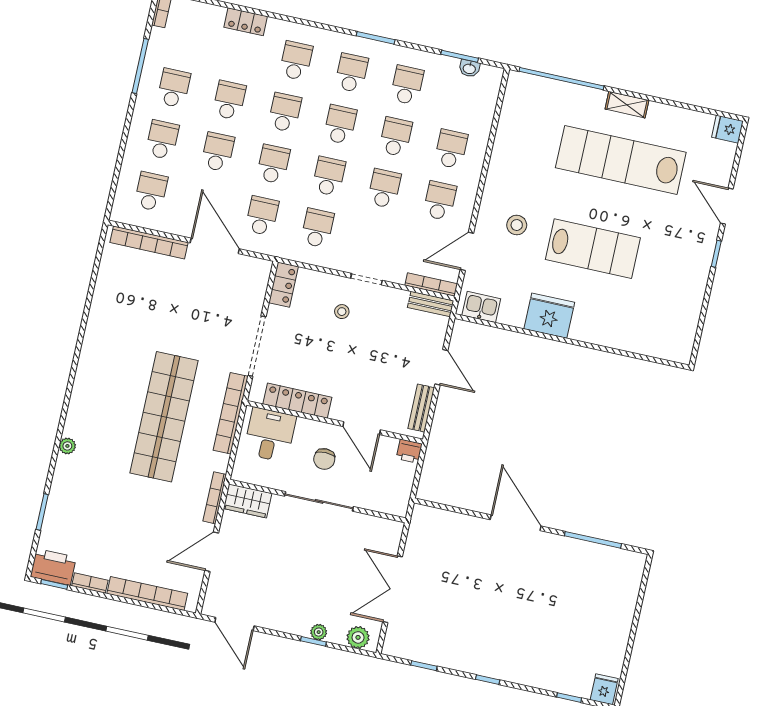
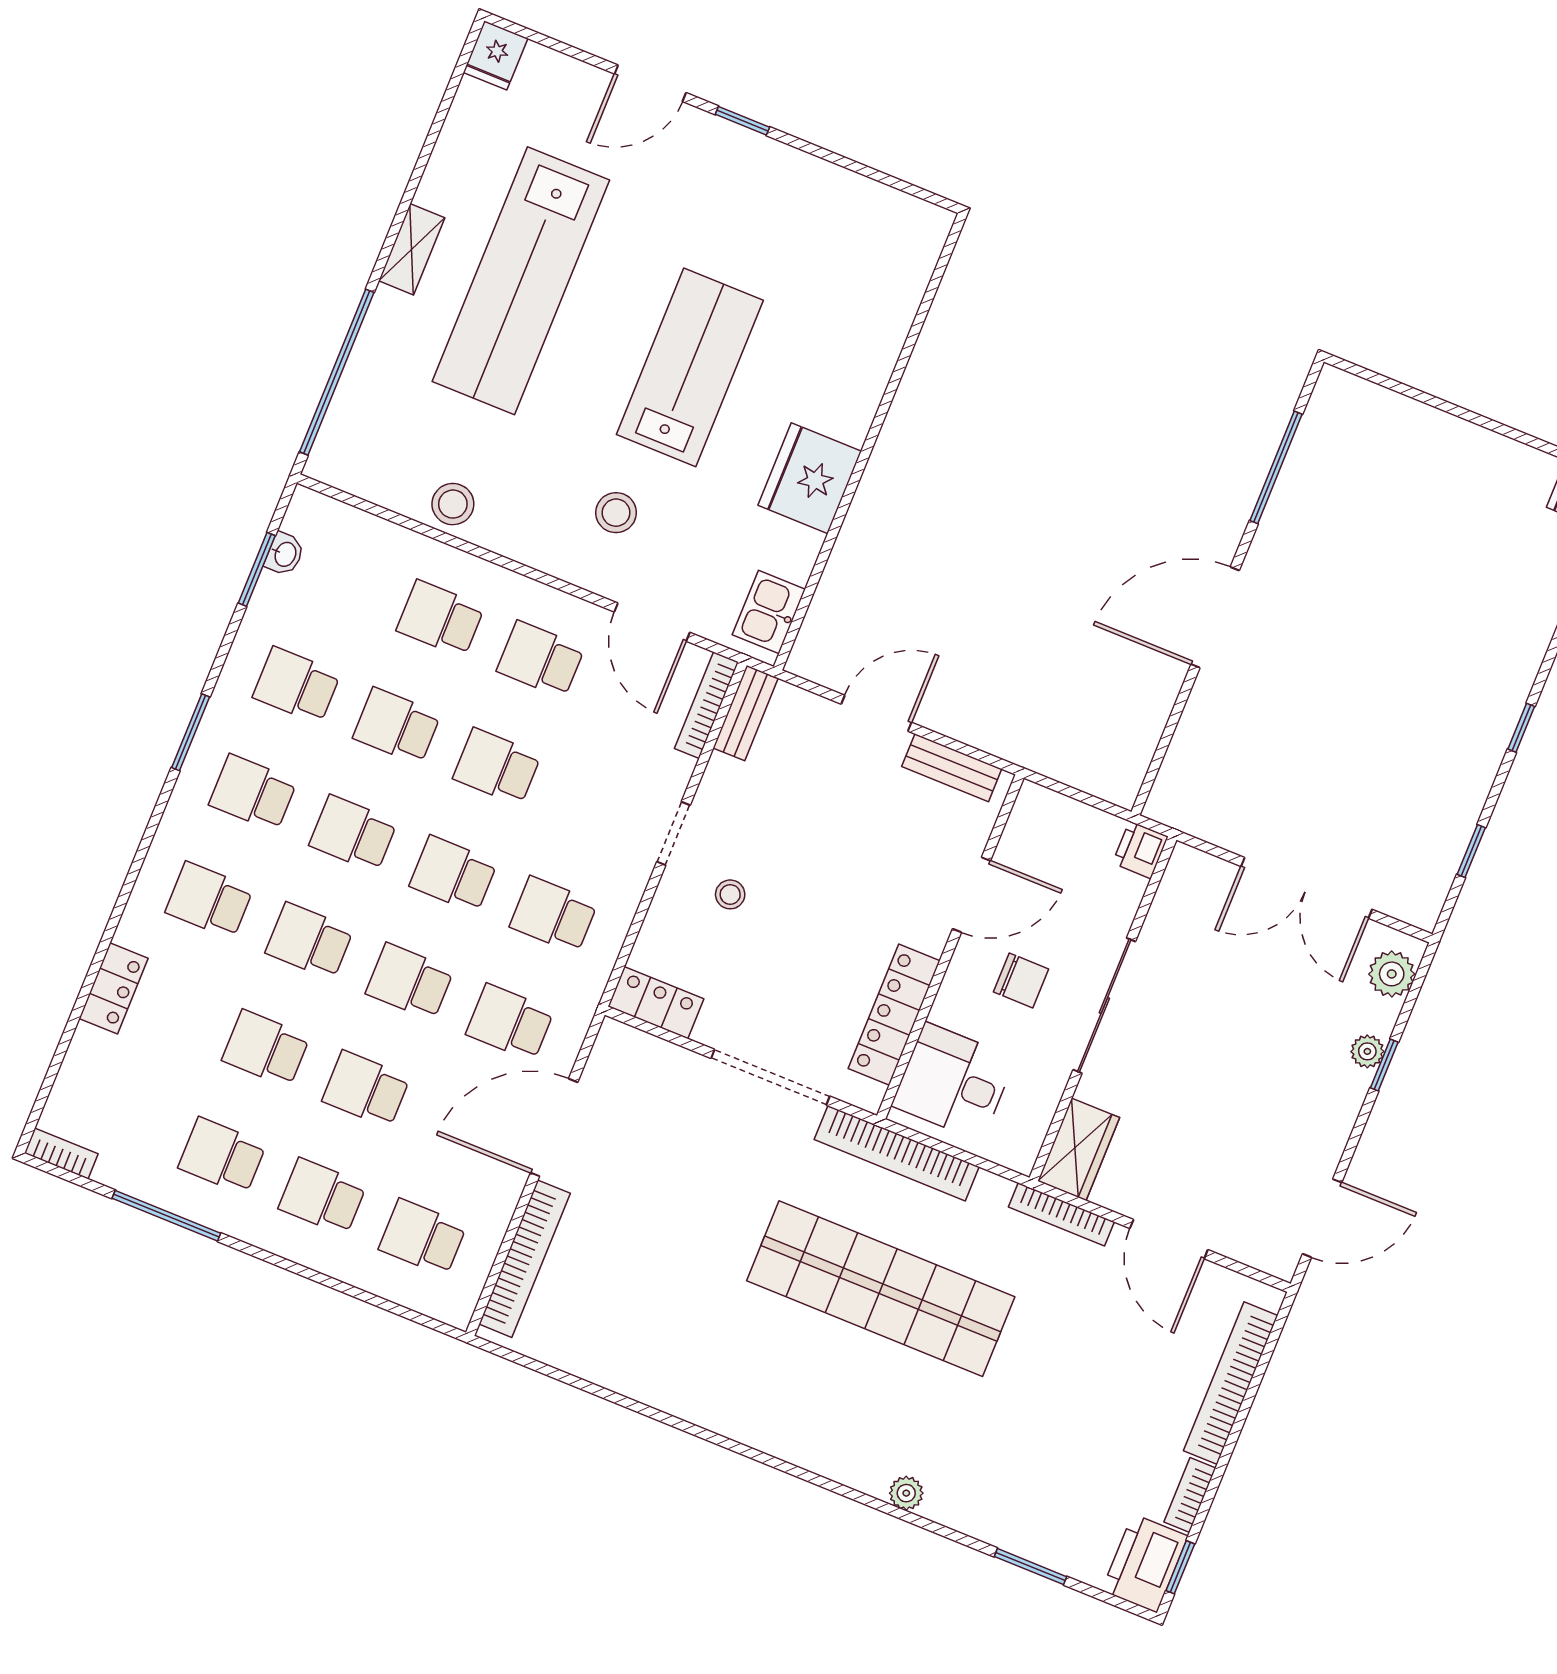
stool: (507, 146) -> (453, 504), added
printer: (409, 451) -> (1140, 850), moved, turned 180

